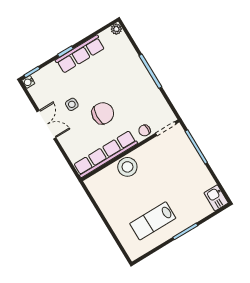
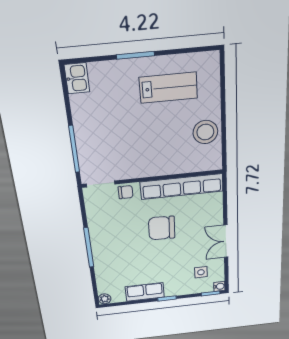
row of seats: (80, 54) -> (145, 292), width x0.68
side table: (72, 104) -> (201, 272), moved
stool: (127, 167) -> (205, 132), moved

